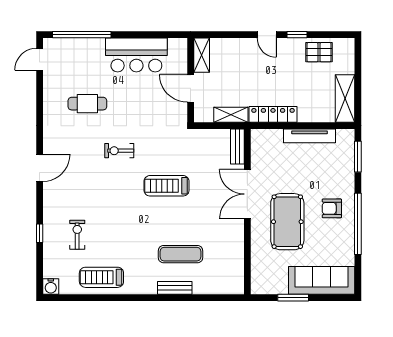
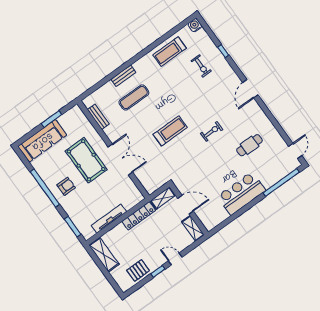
shelving: (202, 55) -> (193, 228), moved
wall: (191, 80) -> (189, 209), moved
door: (191, 88) -> (185, 205), moved
bench: (237, 146) -> (98, 117), moved
treadmill: (101, 277) -> (170, 52), turned 180

